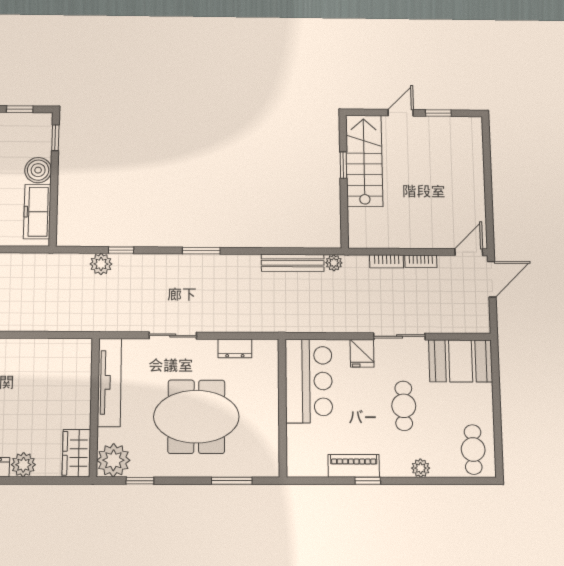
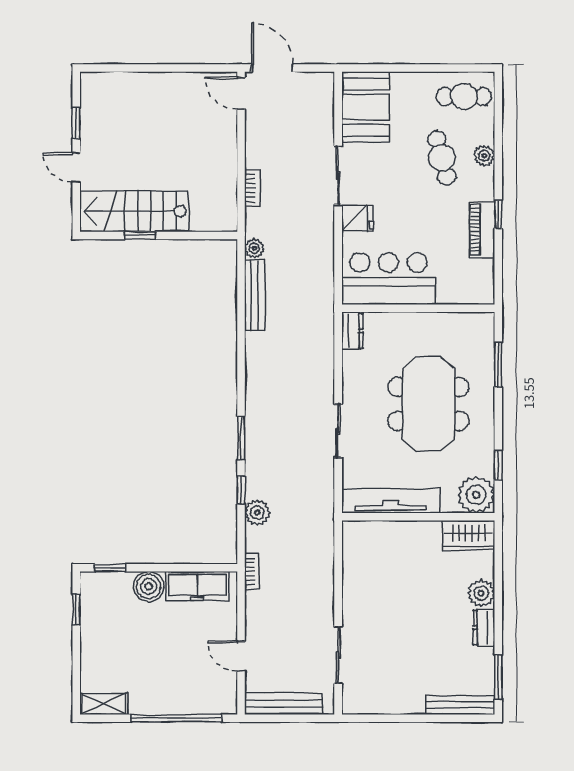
window: (201, 251) -> (241, 438), moved
bookcase: (421, 261) -> (252, 571), moved
dresser: (235, 348) -> (352, 331), moved
cafe table: (404, 406) -> (442, 158), moved, turned 75

